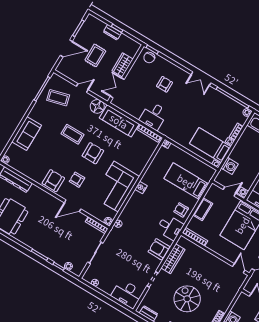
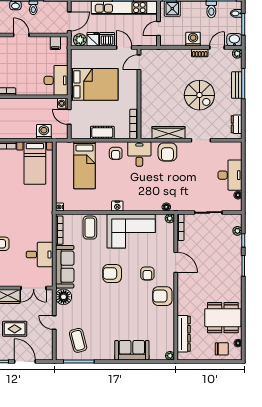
desk: (154, 116) -> (40, 254), moved
coffee table: (73, 134) -> (90, 228), moved
desk: (127, 294) -> (230, 175), moved
spiral stairs: (187, 299) -> (199, 95), turned -90

